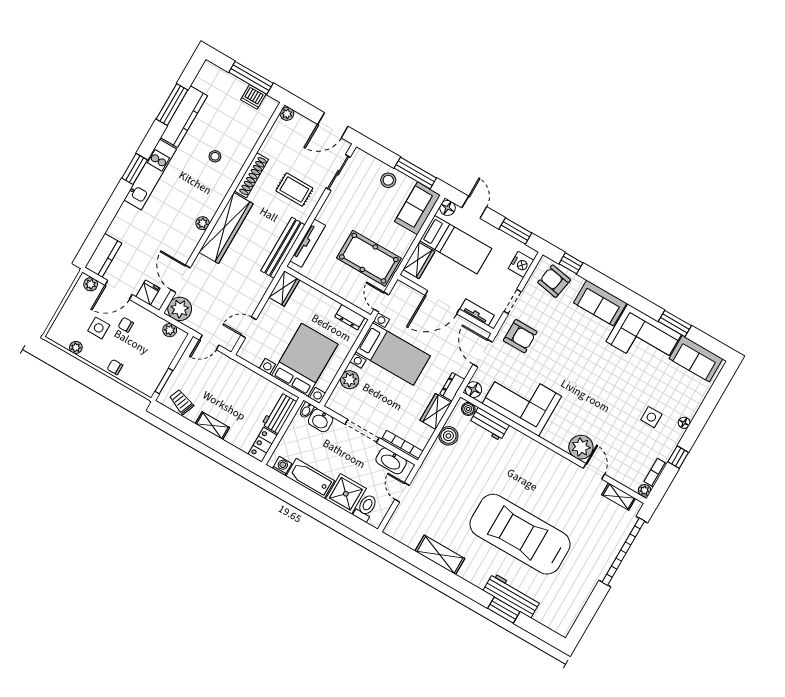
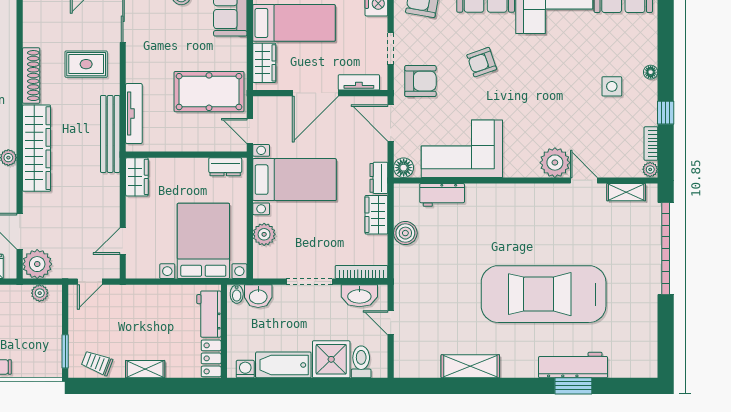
armchair: (571, 348) -> (482, 62), added
boiler: (468, 409) -> (410, 192), removed

